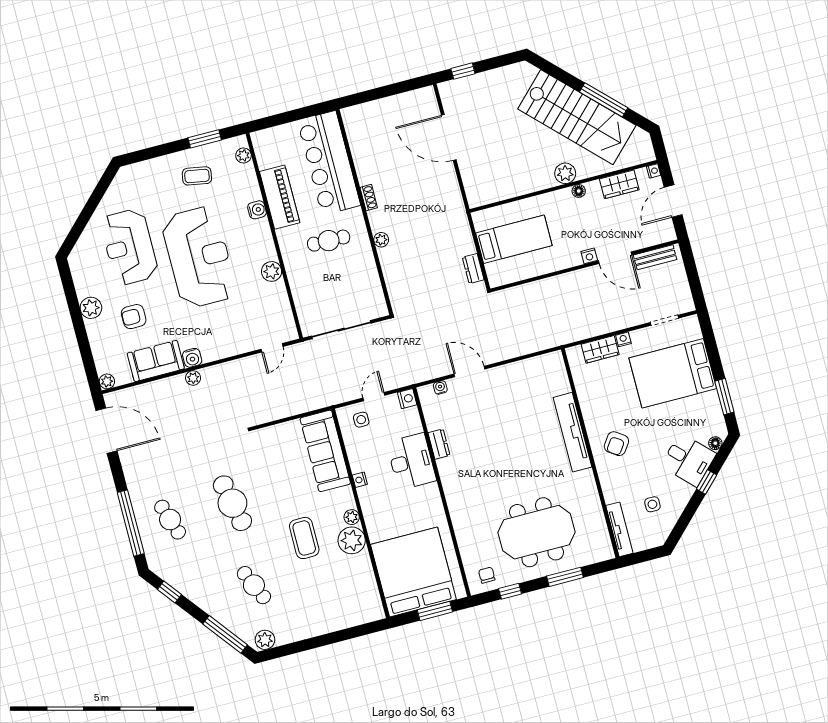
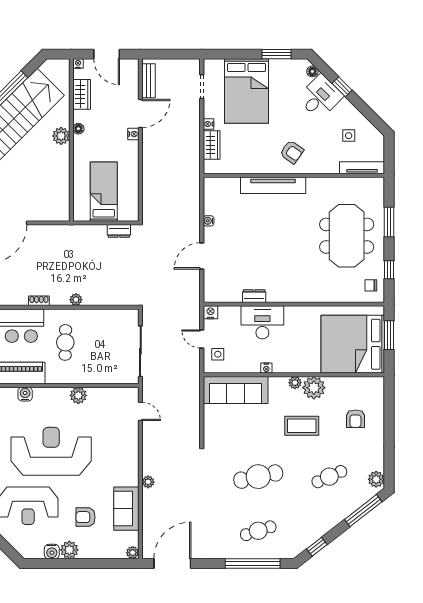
armchair: (134, 317) -> (86, 517), turned 90
water cooler: (192, 358) -> (52, 552), moved, turned 90
water cooler: (440, 387) -> (209, 221), moved
armchair: (329, 598) -> (355, 419), added

